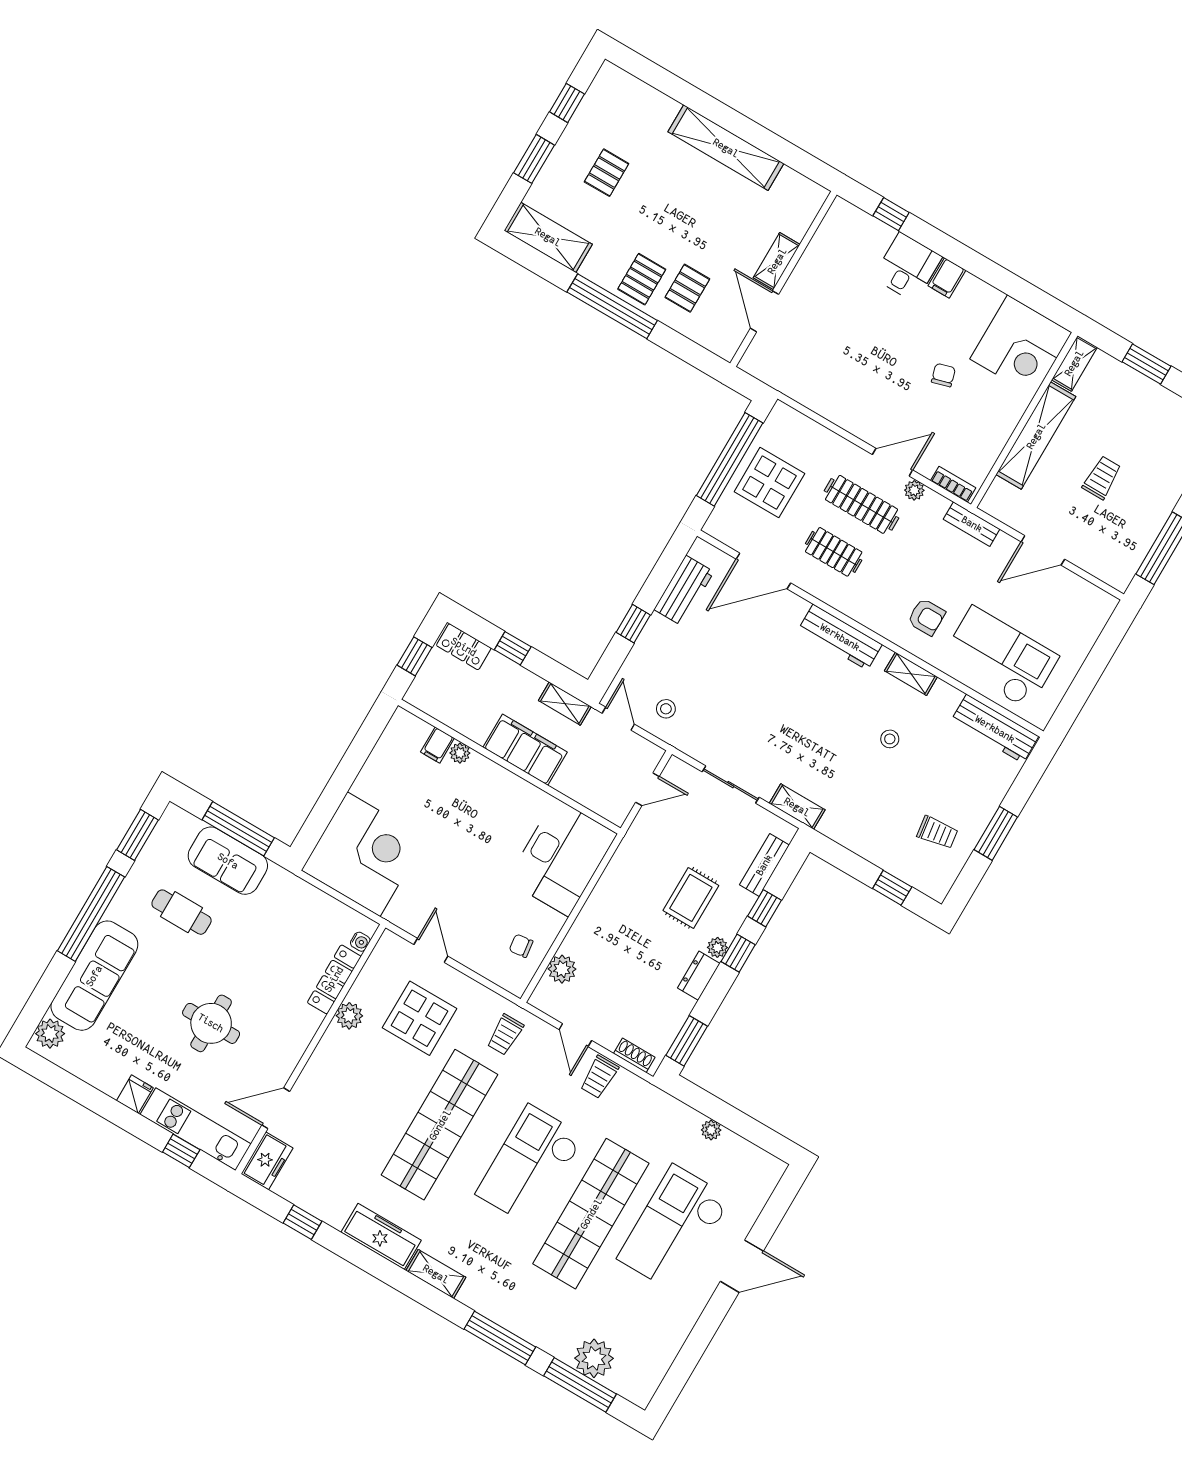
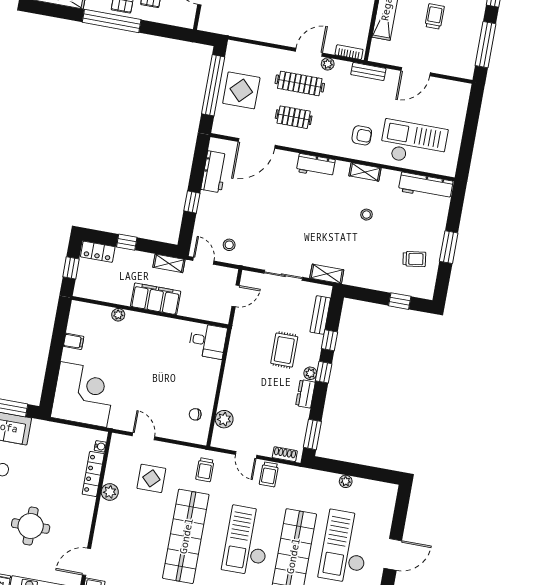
workbench: (840, 637) -> (316, 166), width x0.73
filing cabinet: (437, 745) -> (74, 341), moved, turned -90
desk: (562, 857) -> (208, 341), width x0.53, depth x0.77
display table: (420, 1018) -> (151, 478), width x0.73, depth x0.73

